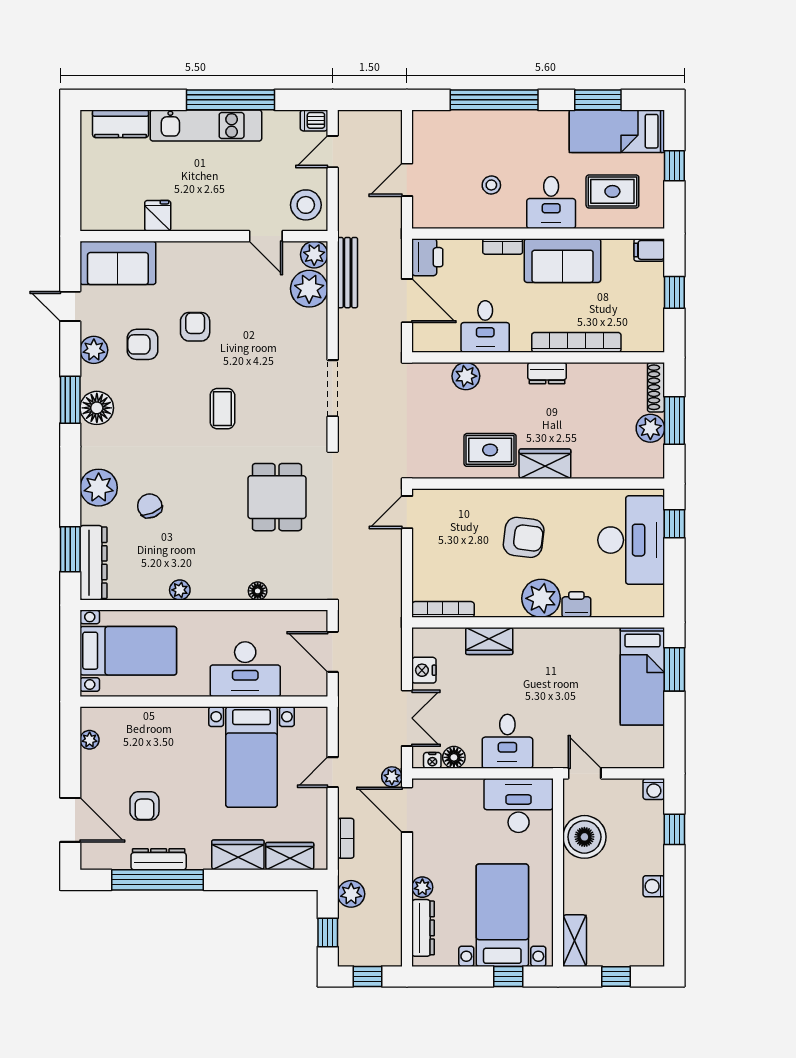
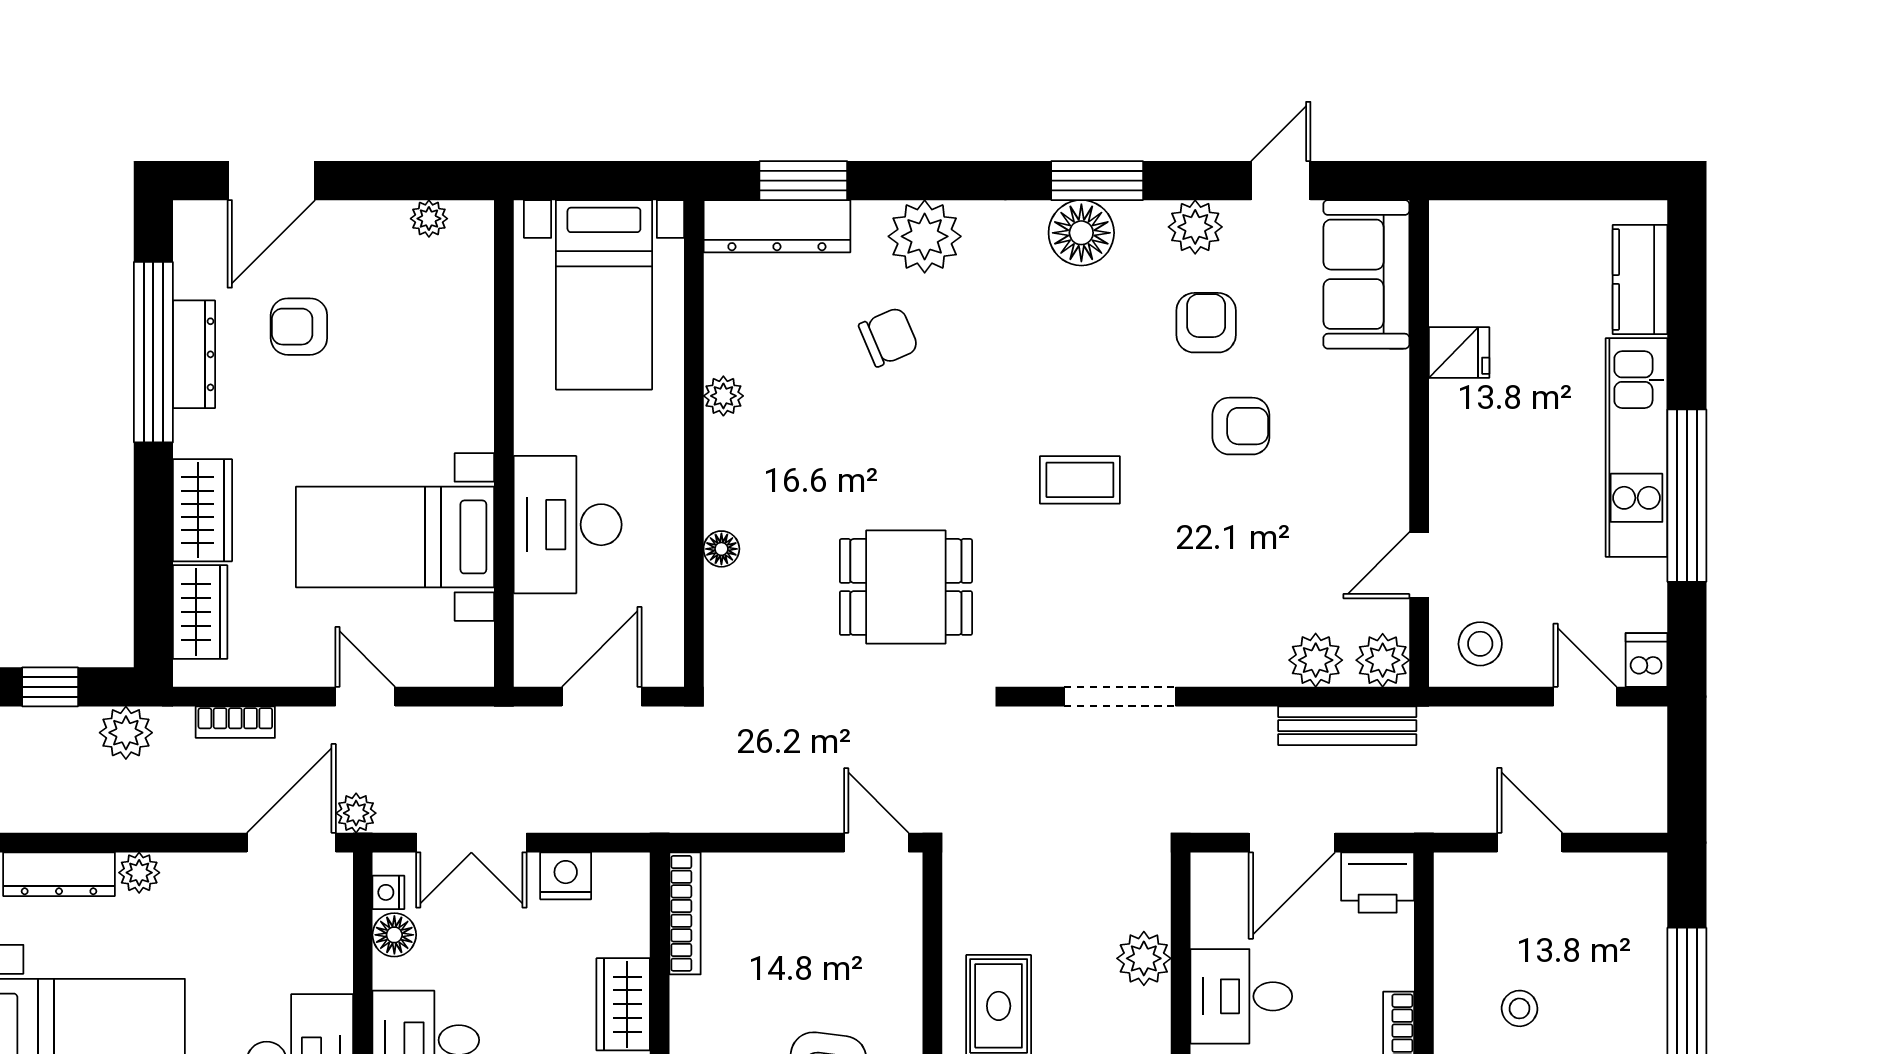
stool: (306, 205) -> (1480, 644), width x0.73, depth x0.73
plant: (309, 289) -> (1316, 660), width x0.73, depth x0.73

